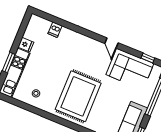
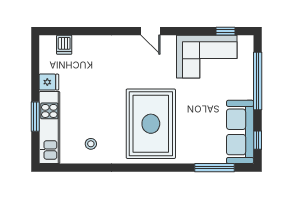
dishwasher: (55, 30) -> (64, 45), moved
door: (111, 43) -> (151, 31), moved

